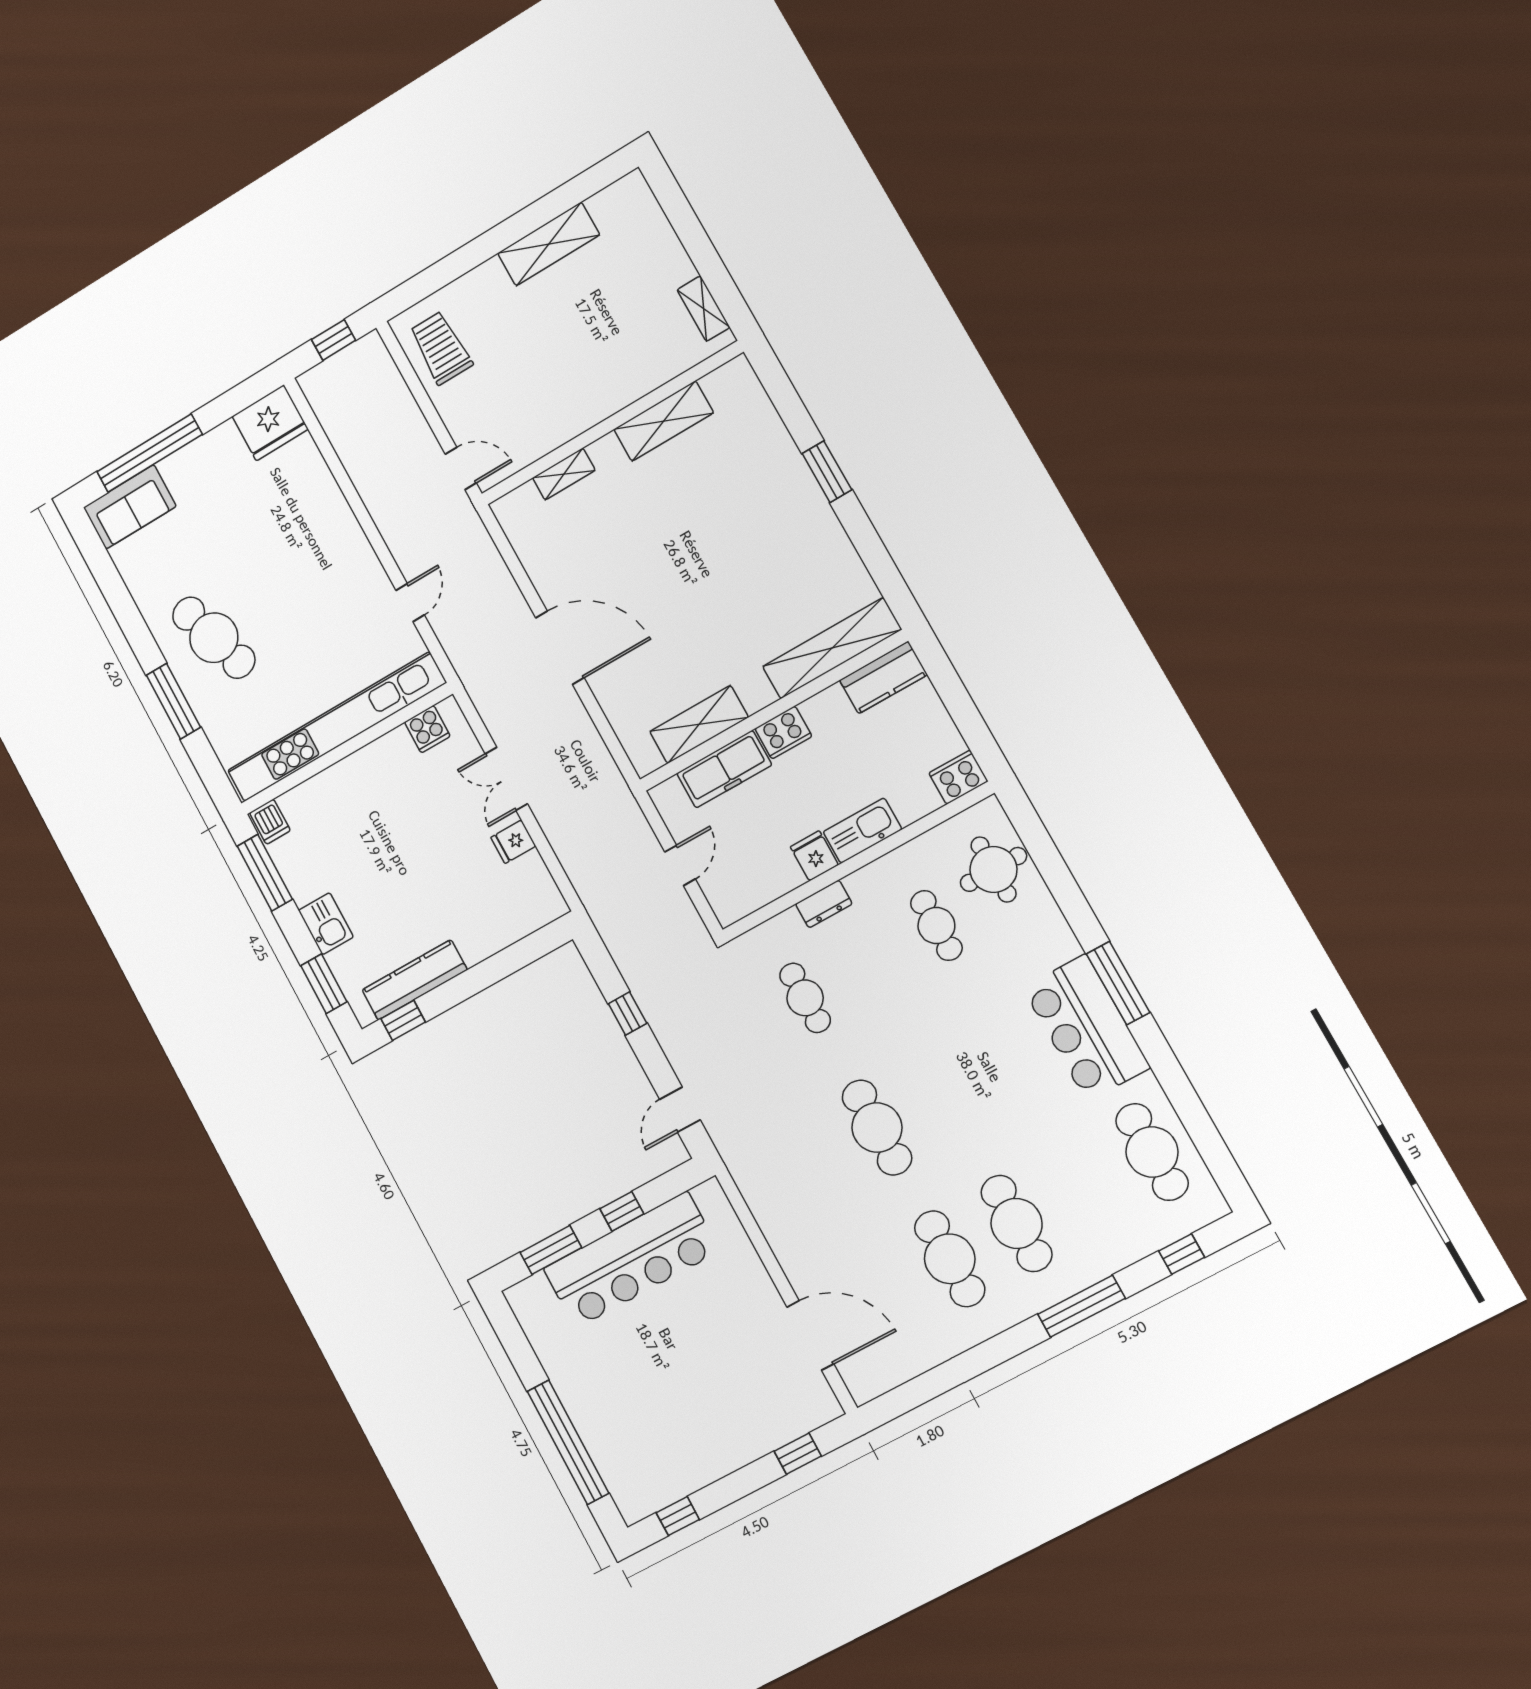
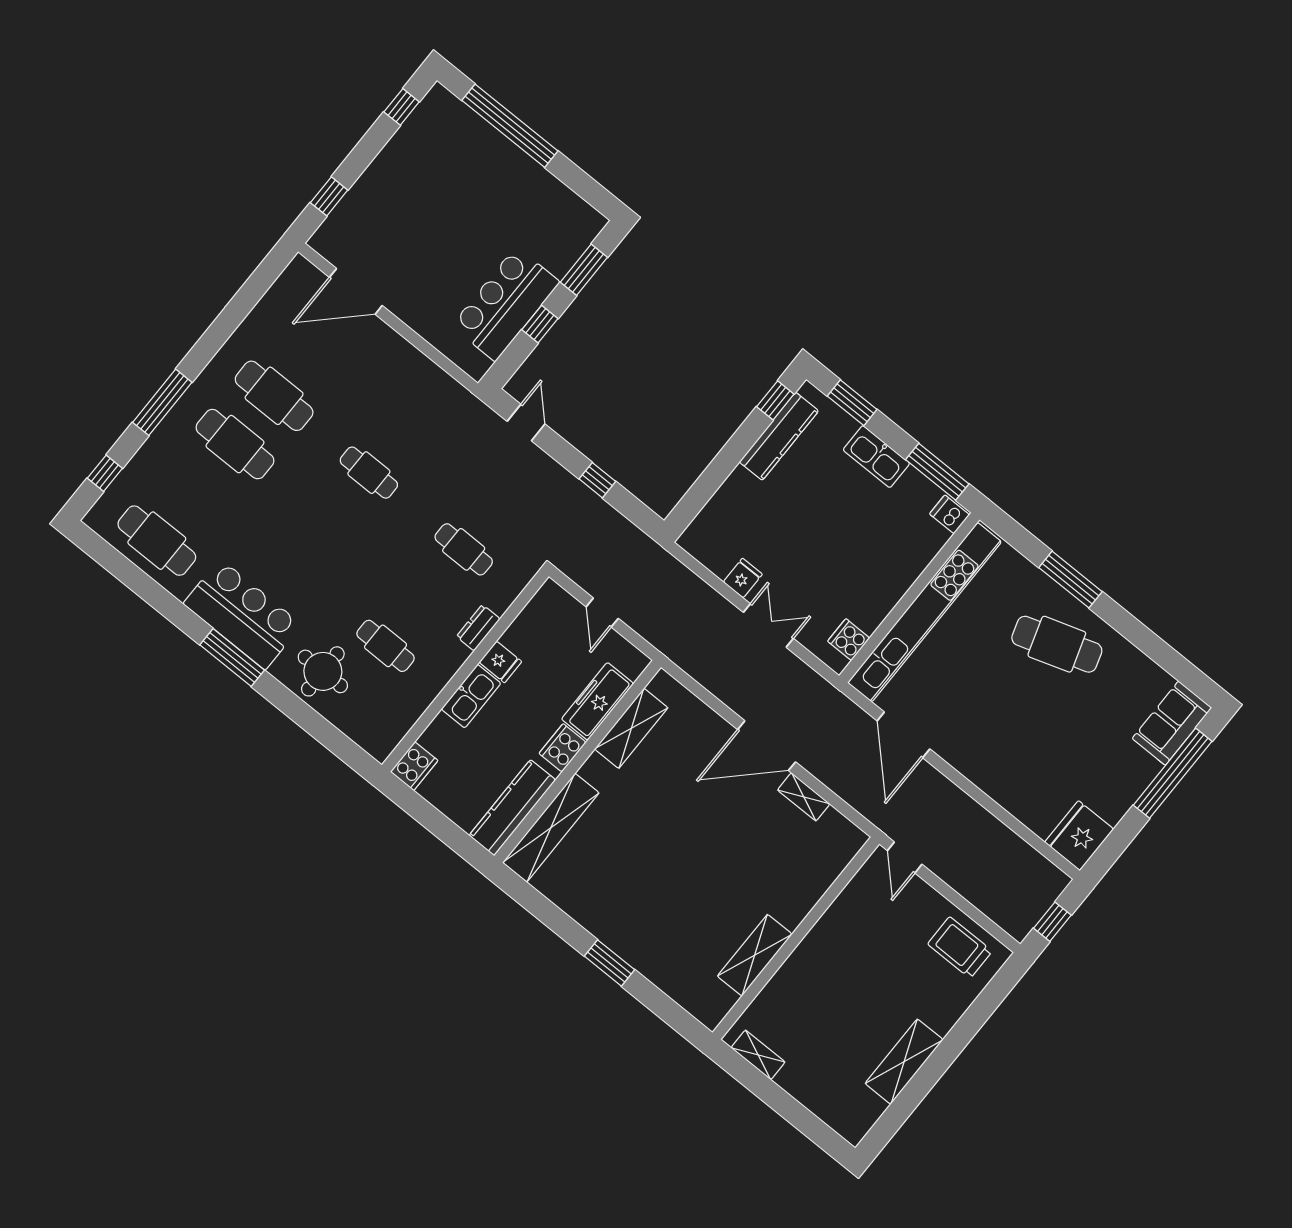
trolley: (441, 348) -> (960, 947), turned 180
door: (461, 468) -> (905, 857), hinge flipped
shelving: (564, 474) -> (804, 797), moved, turned 90
door: (410, 603) -> (903, 735), width x1.88
kitchen counter: (883, 677) -> (512, 808), width x1.50
round table: (994, 869) -> (323, 671), moved
kitchen sink: (326, 924) -> (876, 457), width x1.38
cafe table: (877, 1128) -> (369, 473), width x0.73, depth x0.74
bar counter: (631, 1260) -> (506, 304), width x0.73

